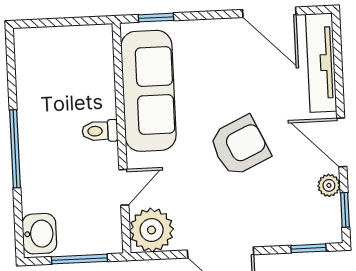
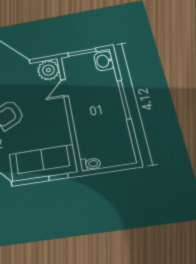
sofa: (148, 91) -> (43, 163), moved, turned 90
toilet: (100, 131) -> (90, 164), moved

